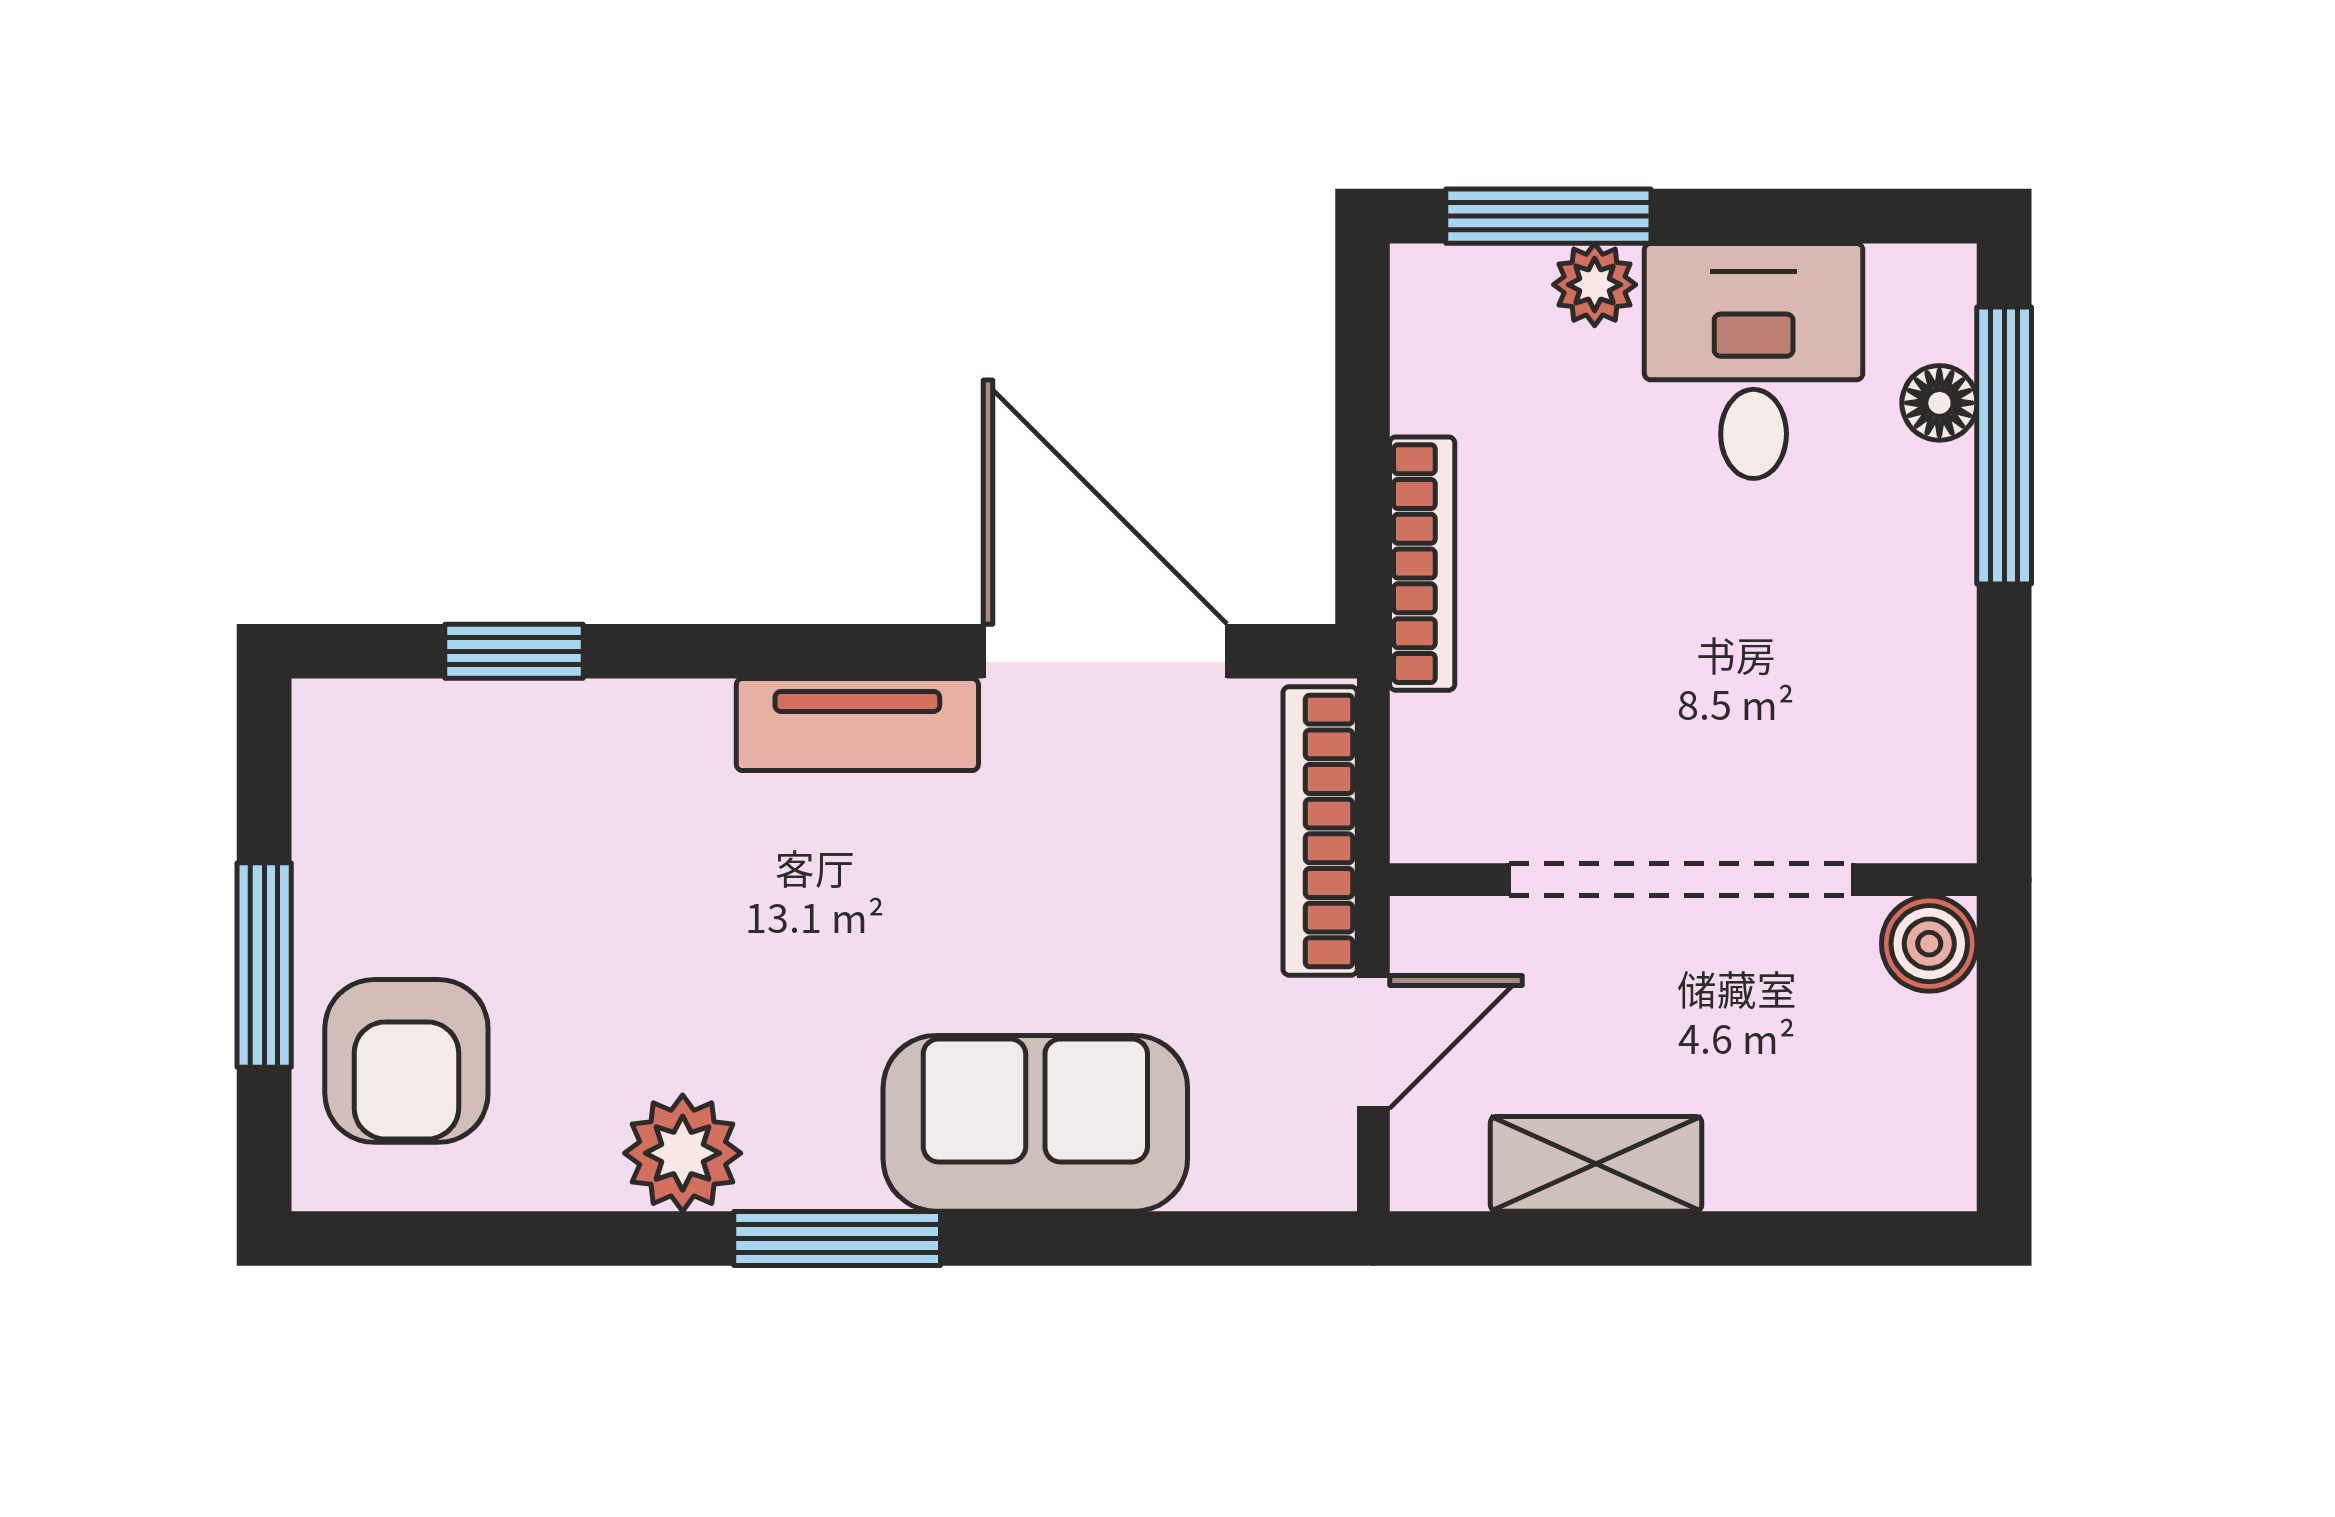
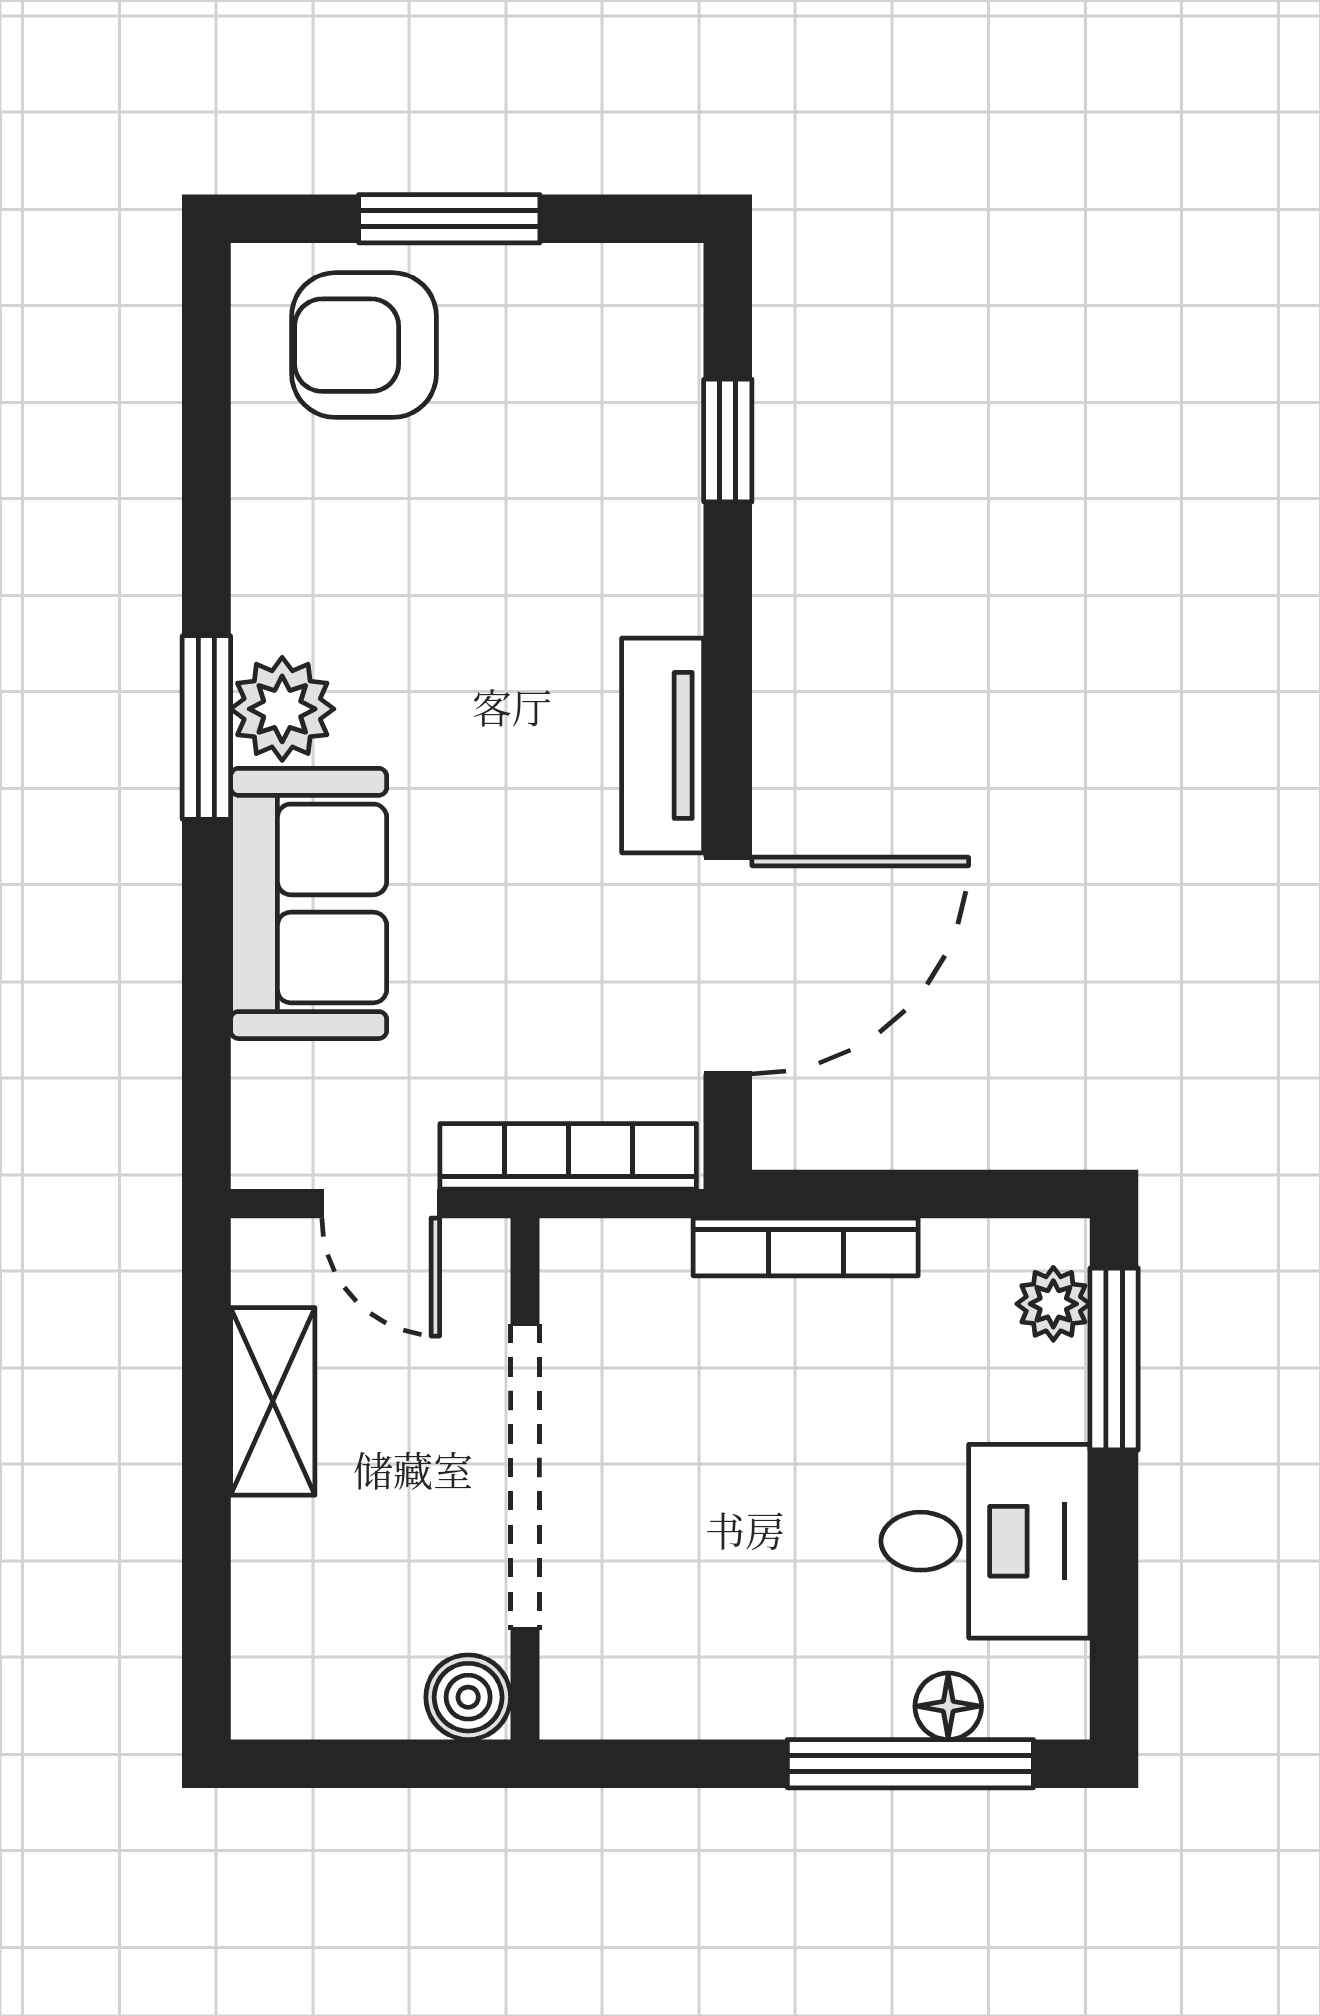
plant: (1595, 285) -> (1053, 1304), moved
plant: (683, 1153) -> (282, 709), moved

